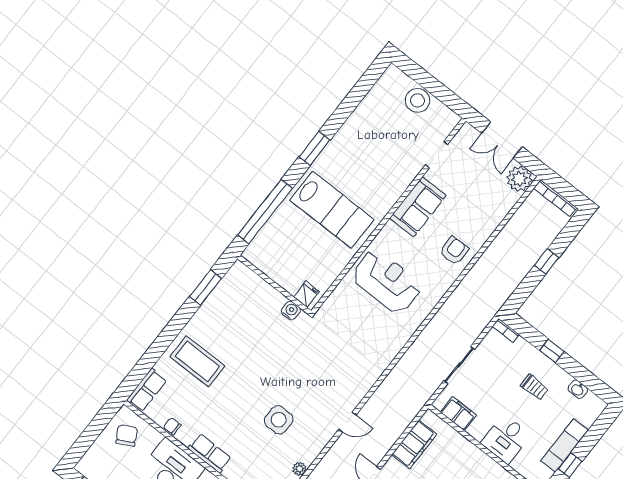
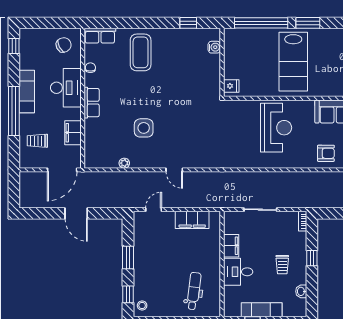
window: (315, 148) -> (308, 23), moved
window: (206, 287) -> (188, 23), width x0.67
water cooler: (291, 311) -> (214, 47), moved
filing cabinet: (458, 414) -> (231, 246), moved

